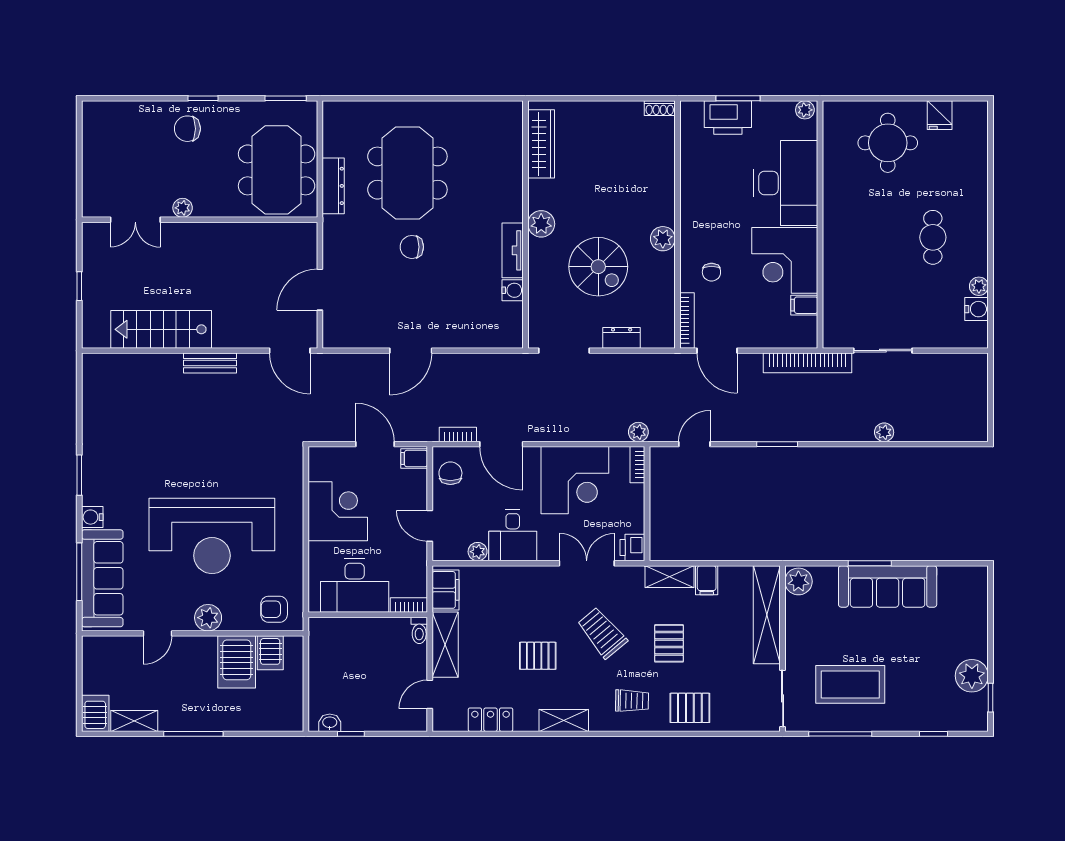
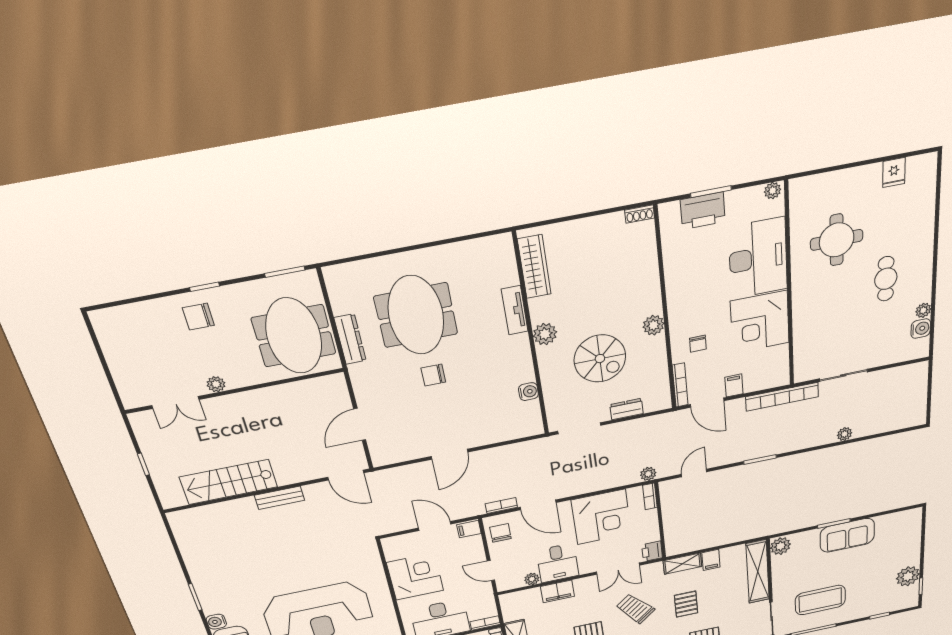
round table: (888, 143) -> (837, 240), moved
tv unit: (513, 250) -> (515, 310), moved
filing cabinet: (804, 305) -> (734, 385), moved, turned 90
double door: (587, 563) -> (618, 569), swing flipped
sofa: (888, 586) -> (847, 535), width x0.73
filing cabinet: (445, 590) -> (557, 591), moved, turned 90

